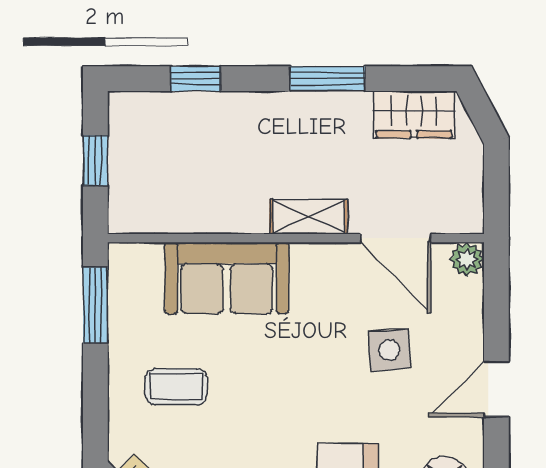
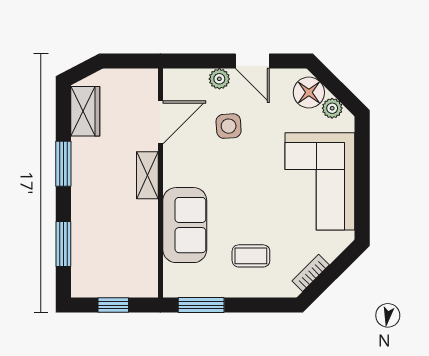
window: (196, 79) -> (63, 244), width x1.50
plant: (467, 259) -> (219, 79), moved
coffee table: (176, 387) -> (251, 256), turned 90

